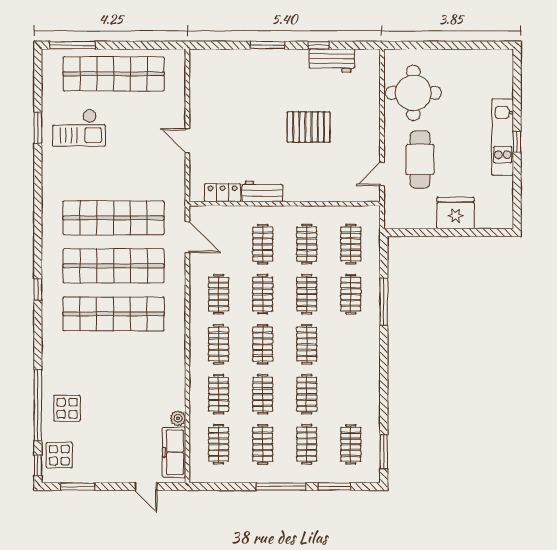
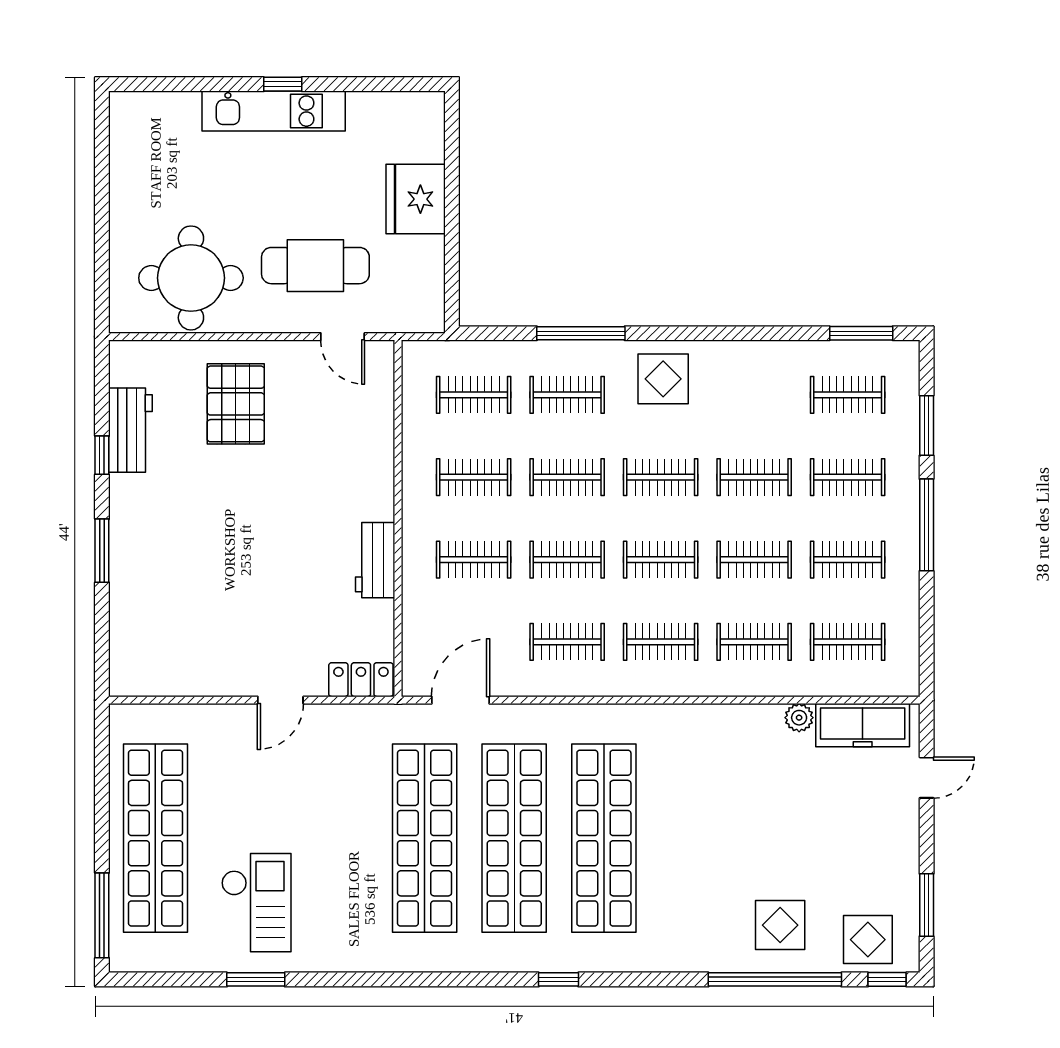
pallet: (309, 127) -> (236, 404), moved
locker: (223, 193) -> (361, 680), moved, turned 90
display table: (359, 346) -> (663, 379), added

